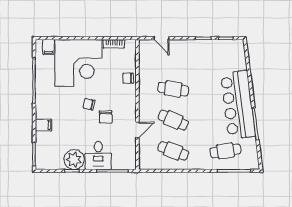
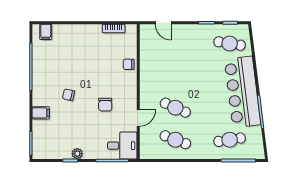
corner desk: (78, 63) -> (77, 48), removed
cafe table: (173, 89) -> (230, 44), moved
chair: (89, 104) -> (69, 95), moved
desk: (98, 155) -> (122, 146), moved, turned -90
plant: (74, 160) -> (77, 154), width x0.53, depth x0.53

